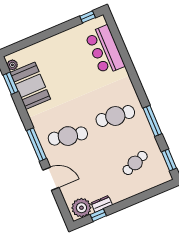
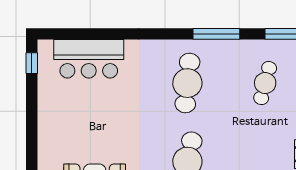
cafe table: (135, 163) -> (265, 83), turned 36

